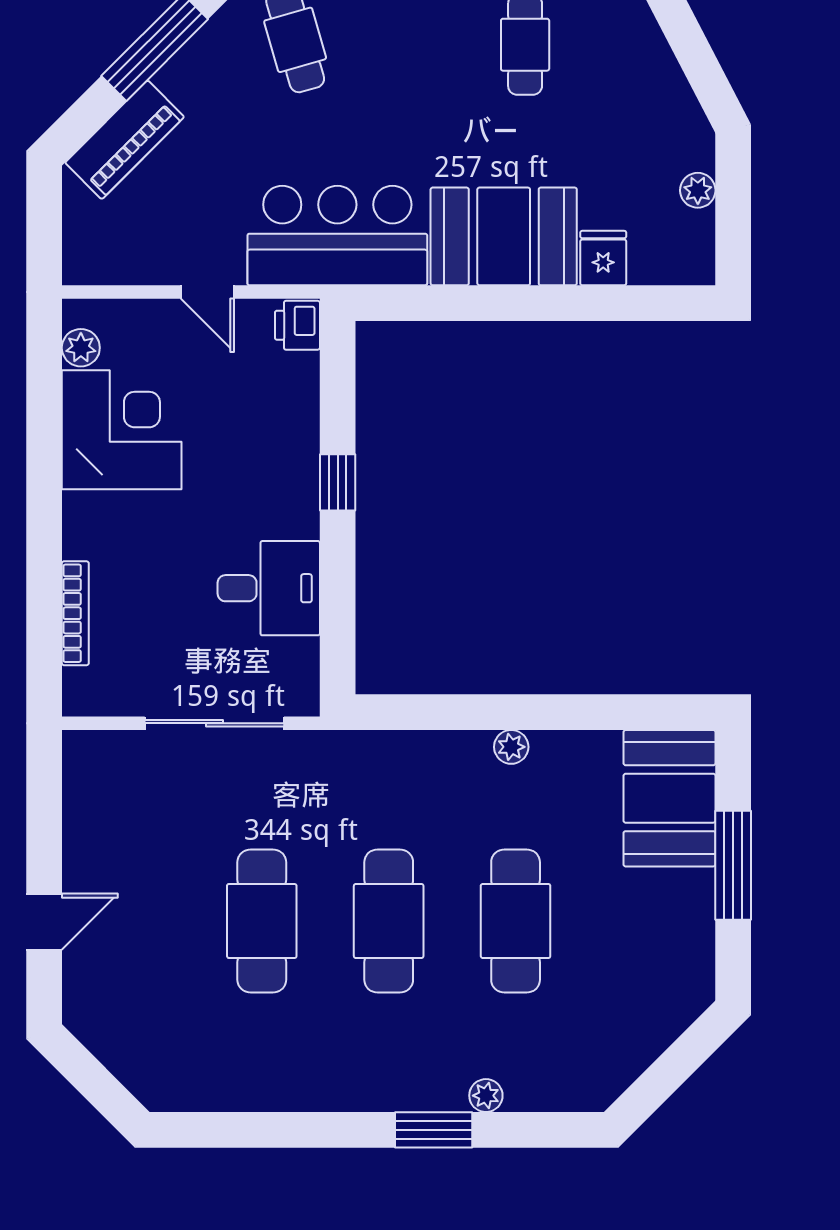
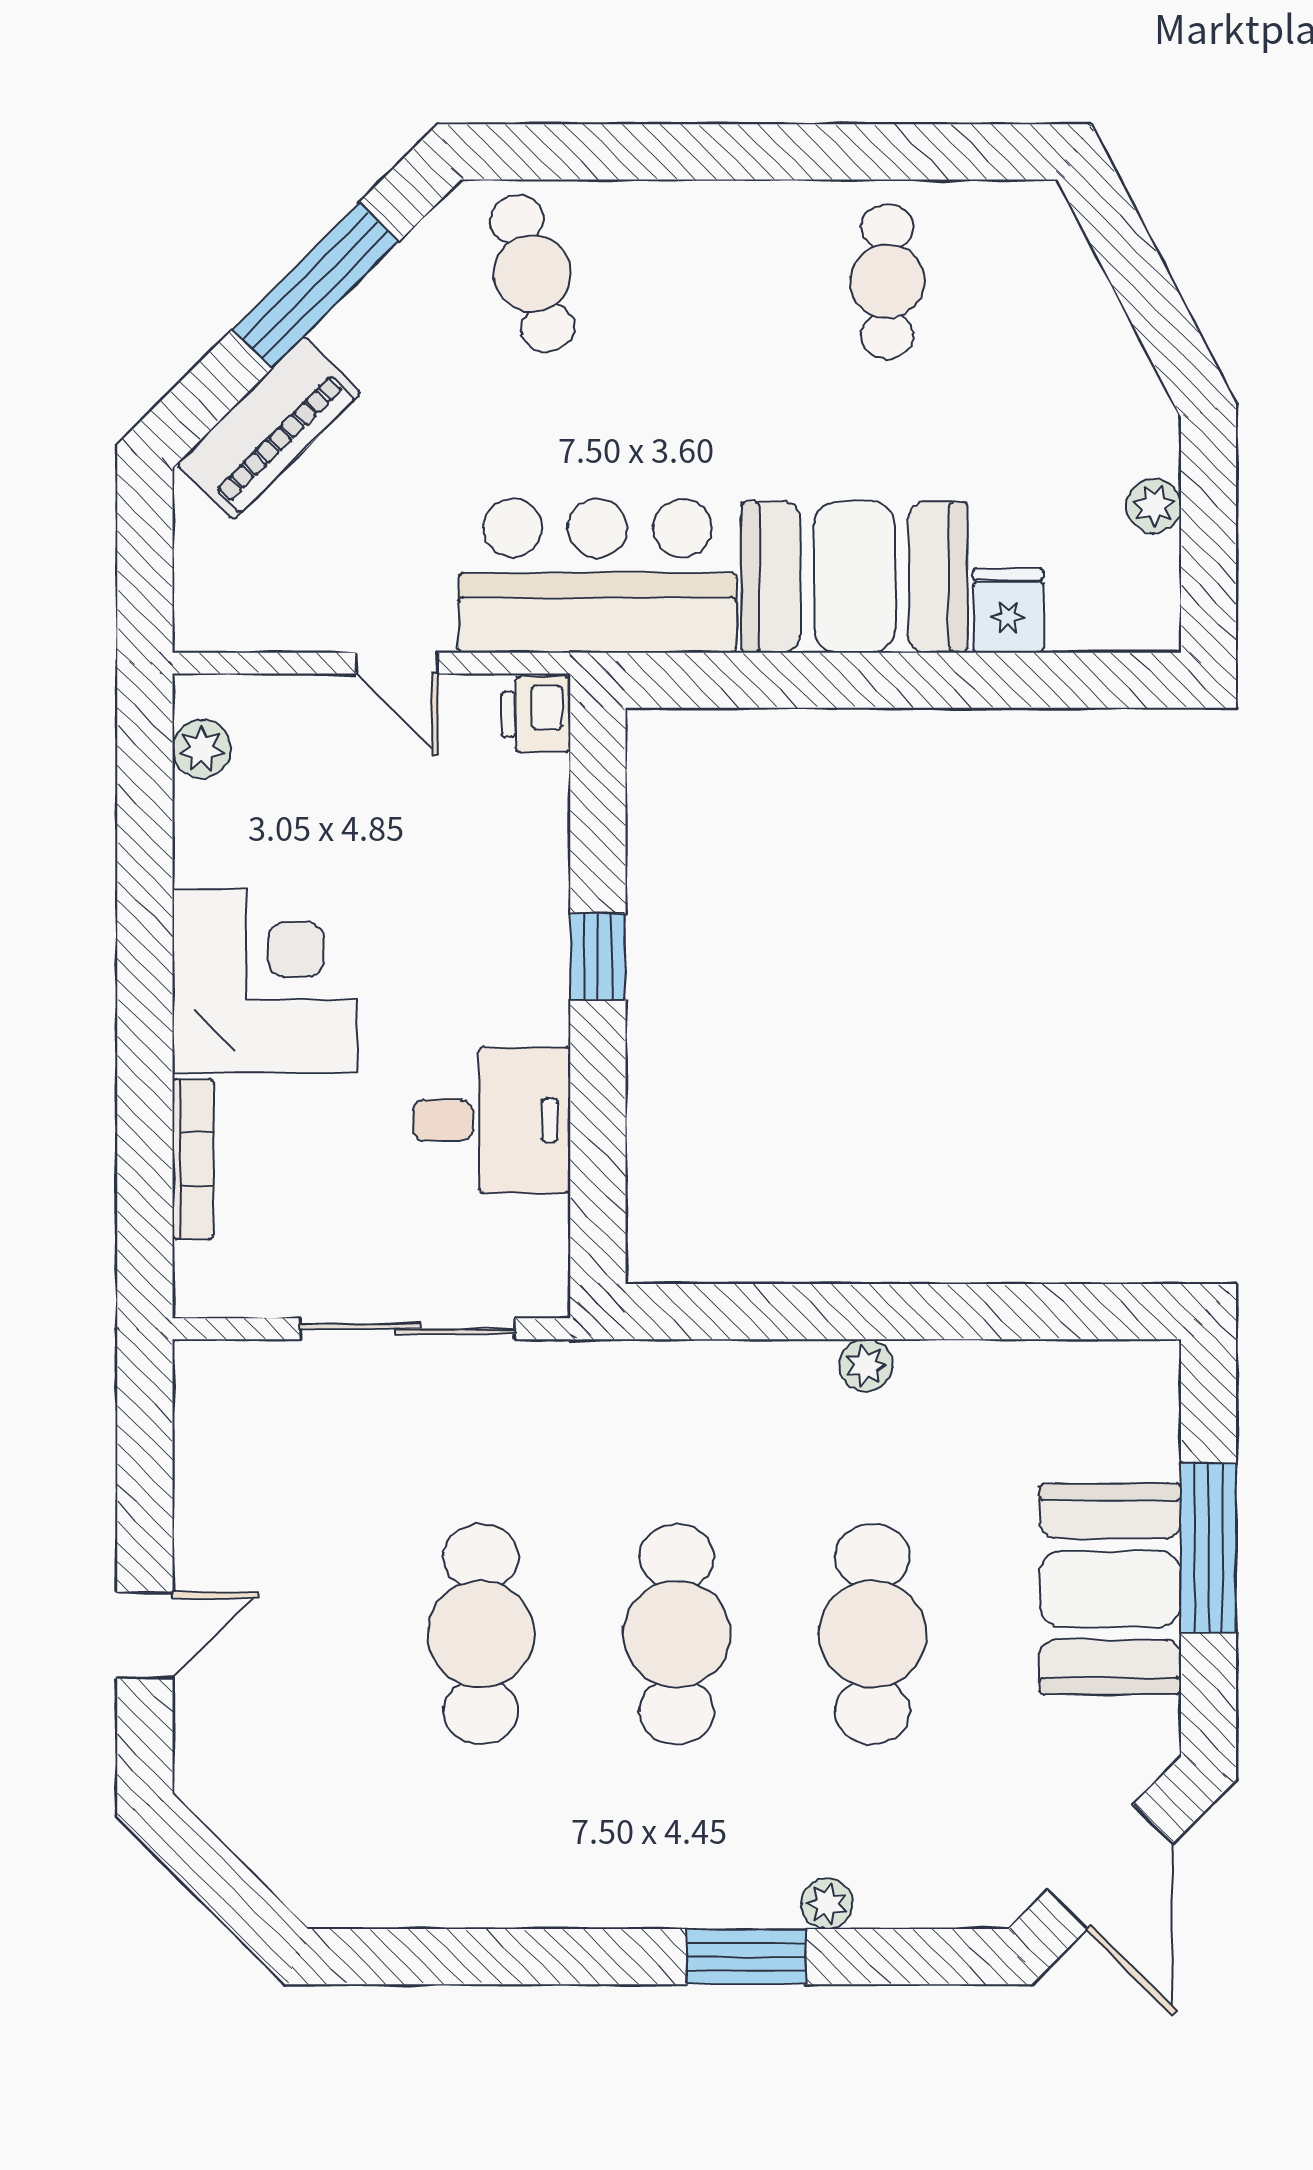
corner desk: (122, 430) -> (264, 981), moved
booth: (669, 798) -> (1110, 1589), moved
door: (669, 1072) -> (1110, 1867), added

